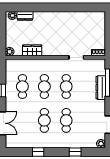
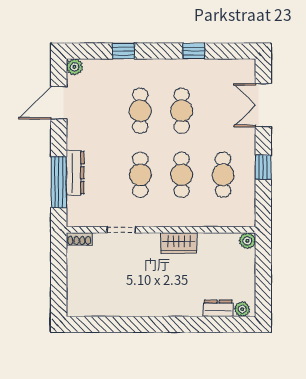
wardrobe: (32, 50) -> (179, 243), moved

